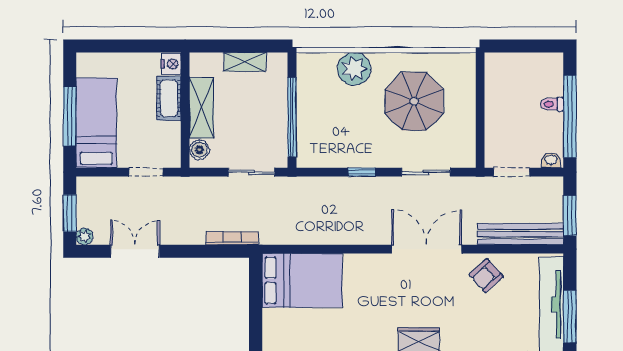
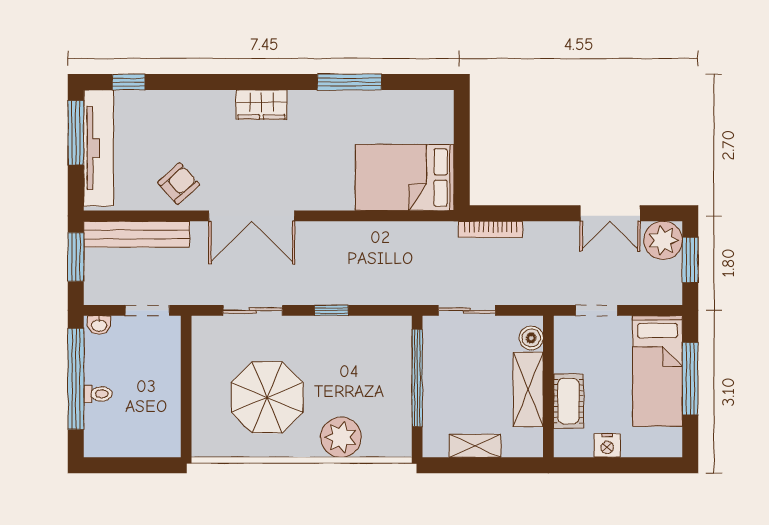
nightstand: (171, 64) -> (607, 445), moved, turned -90
plant: (84, 236) -> (663, 240), width x1.88, depth x1.88

